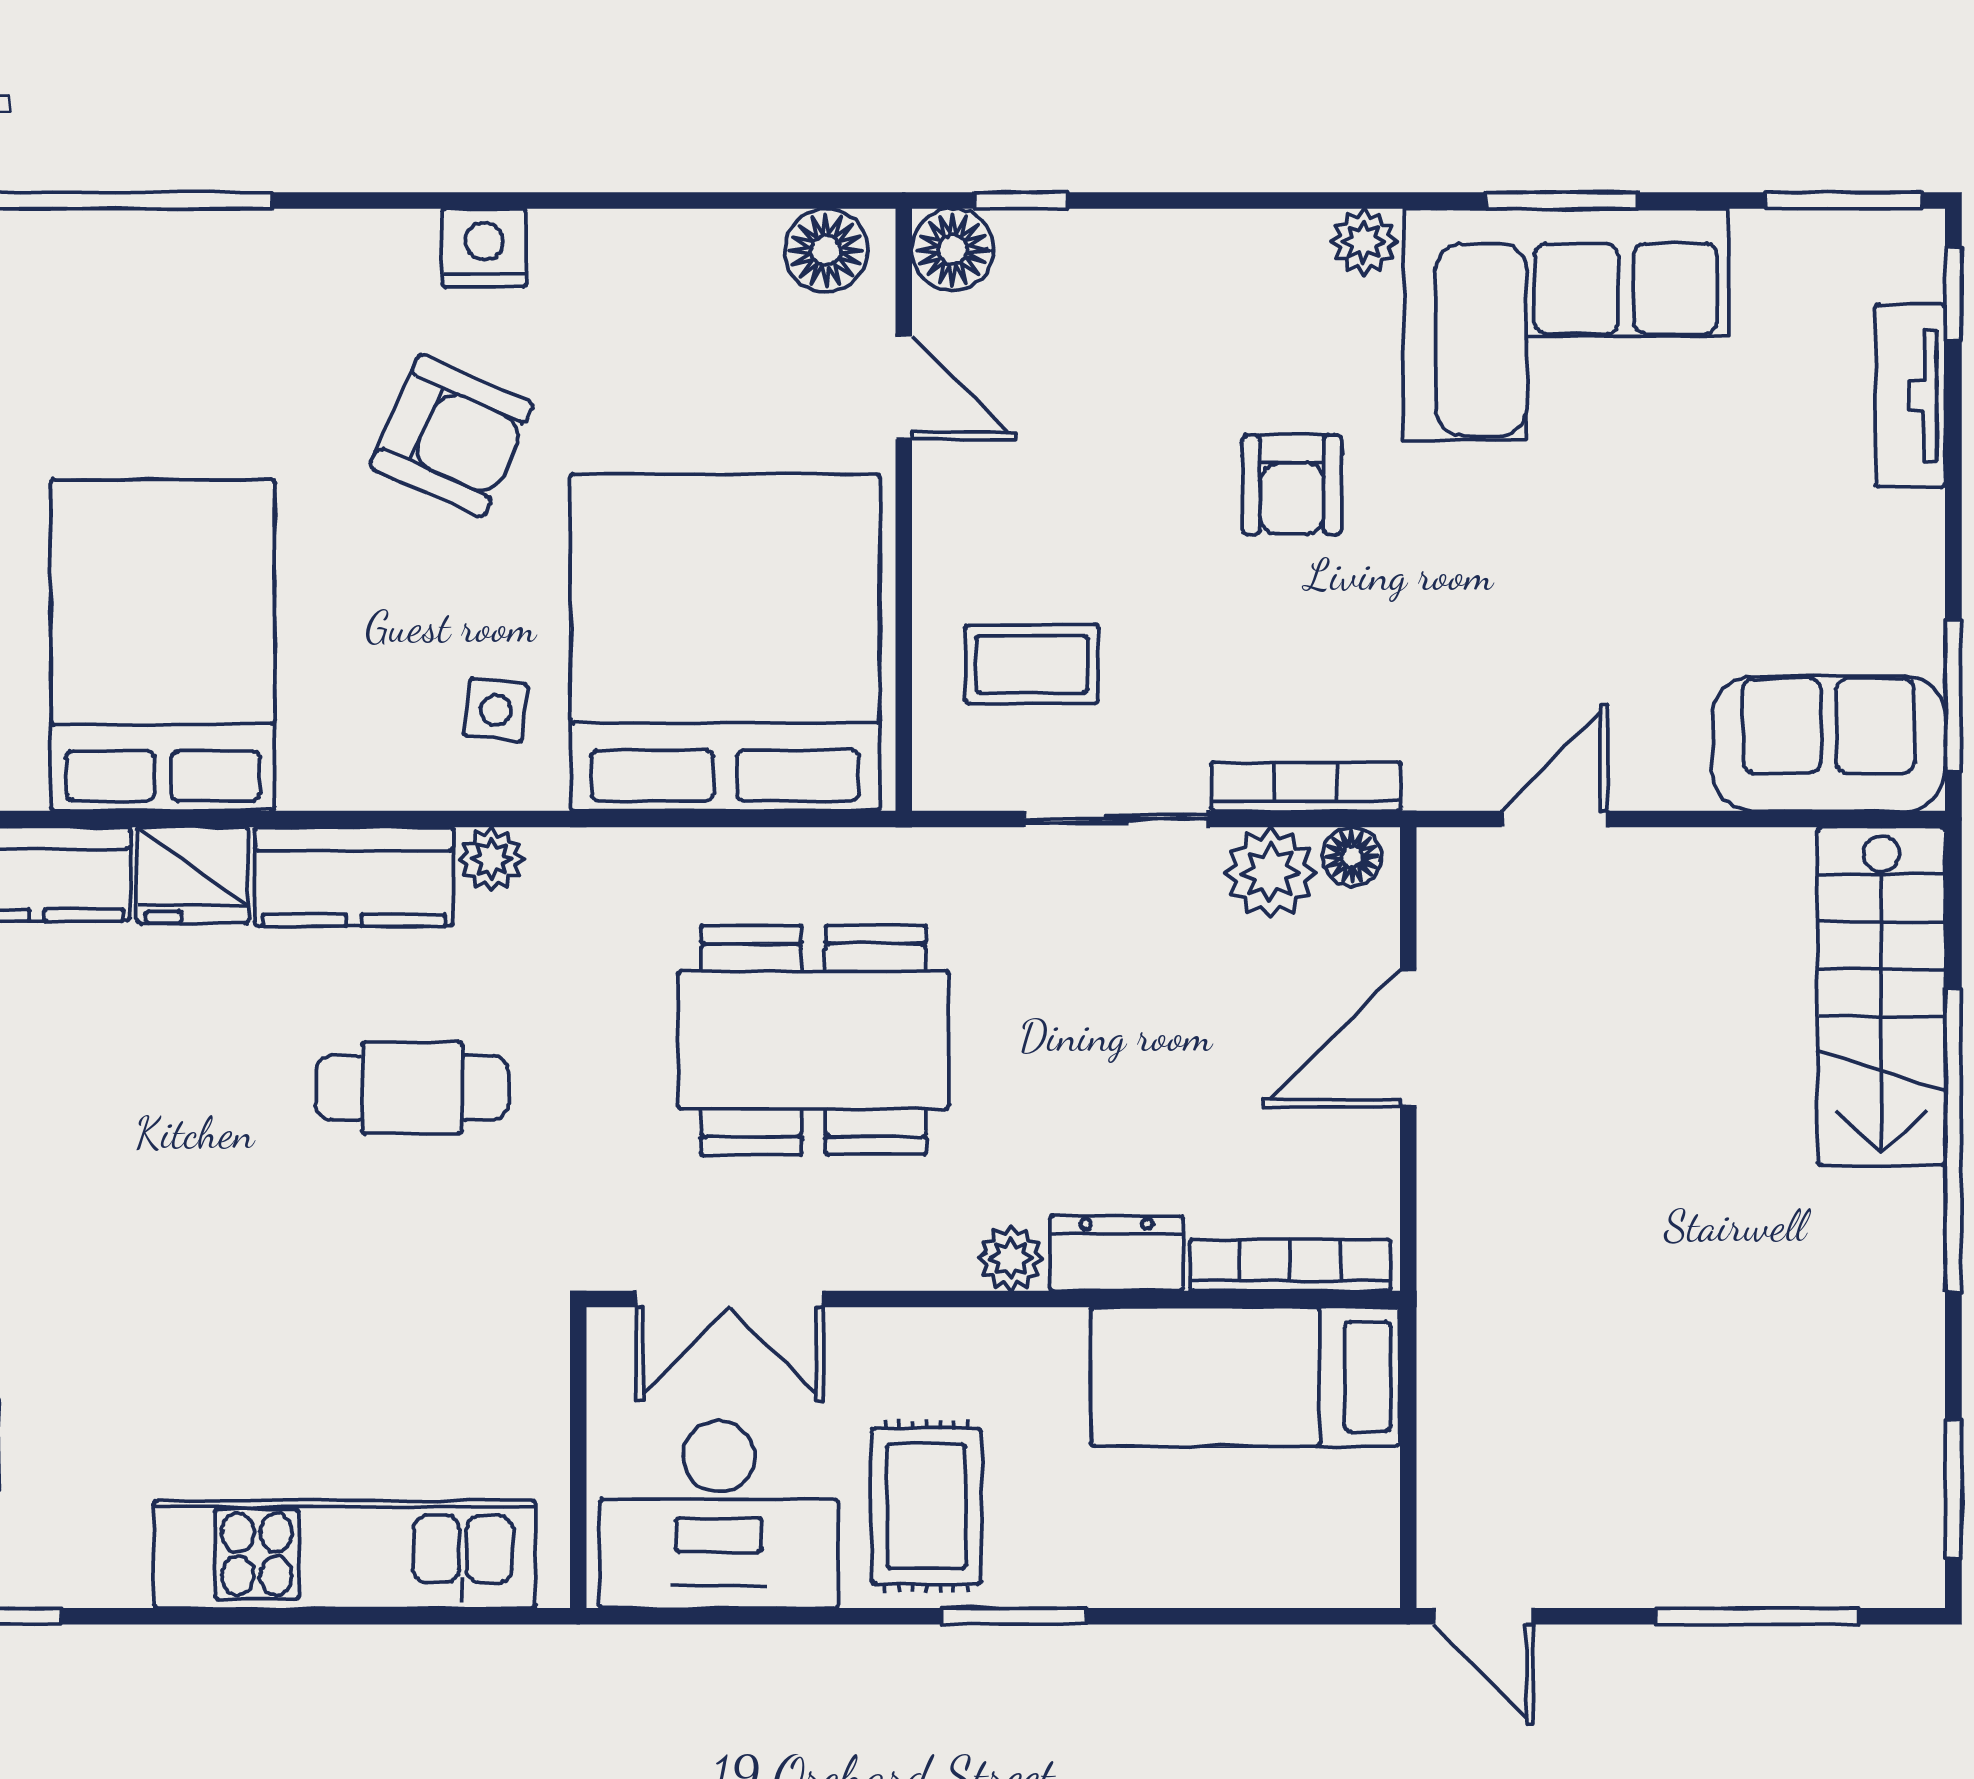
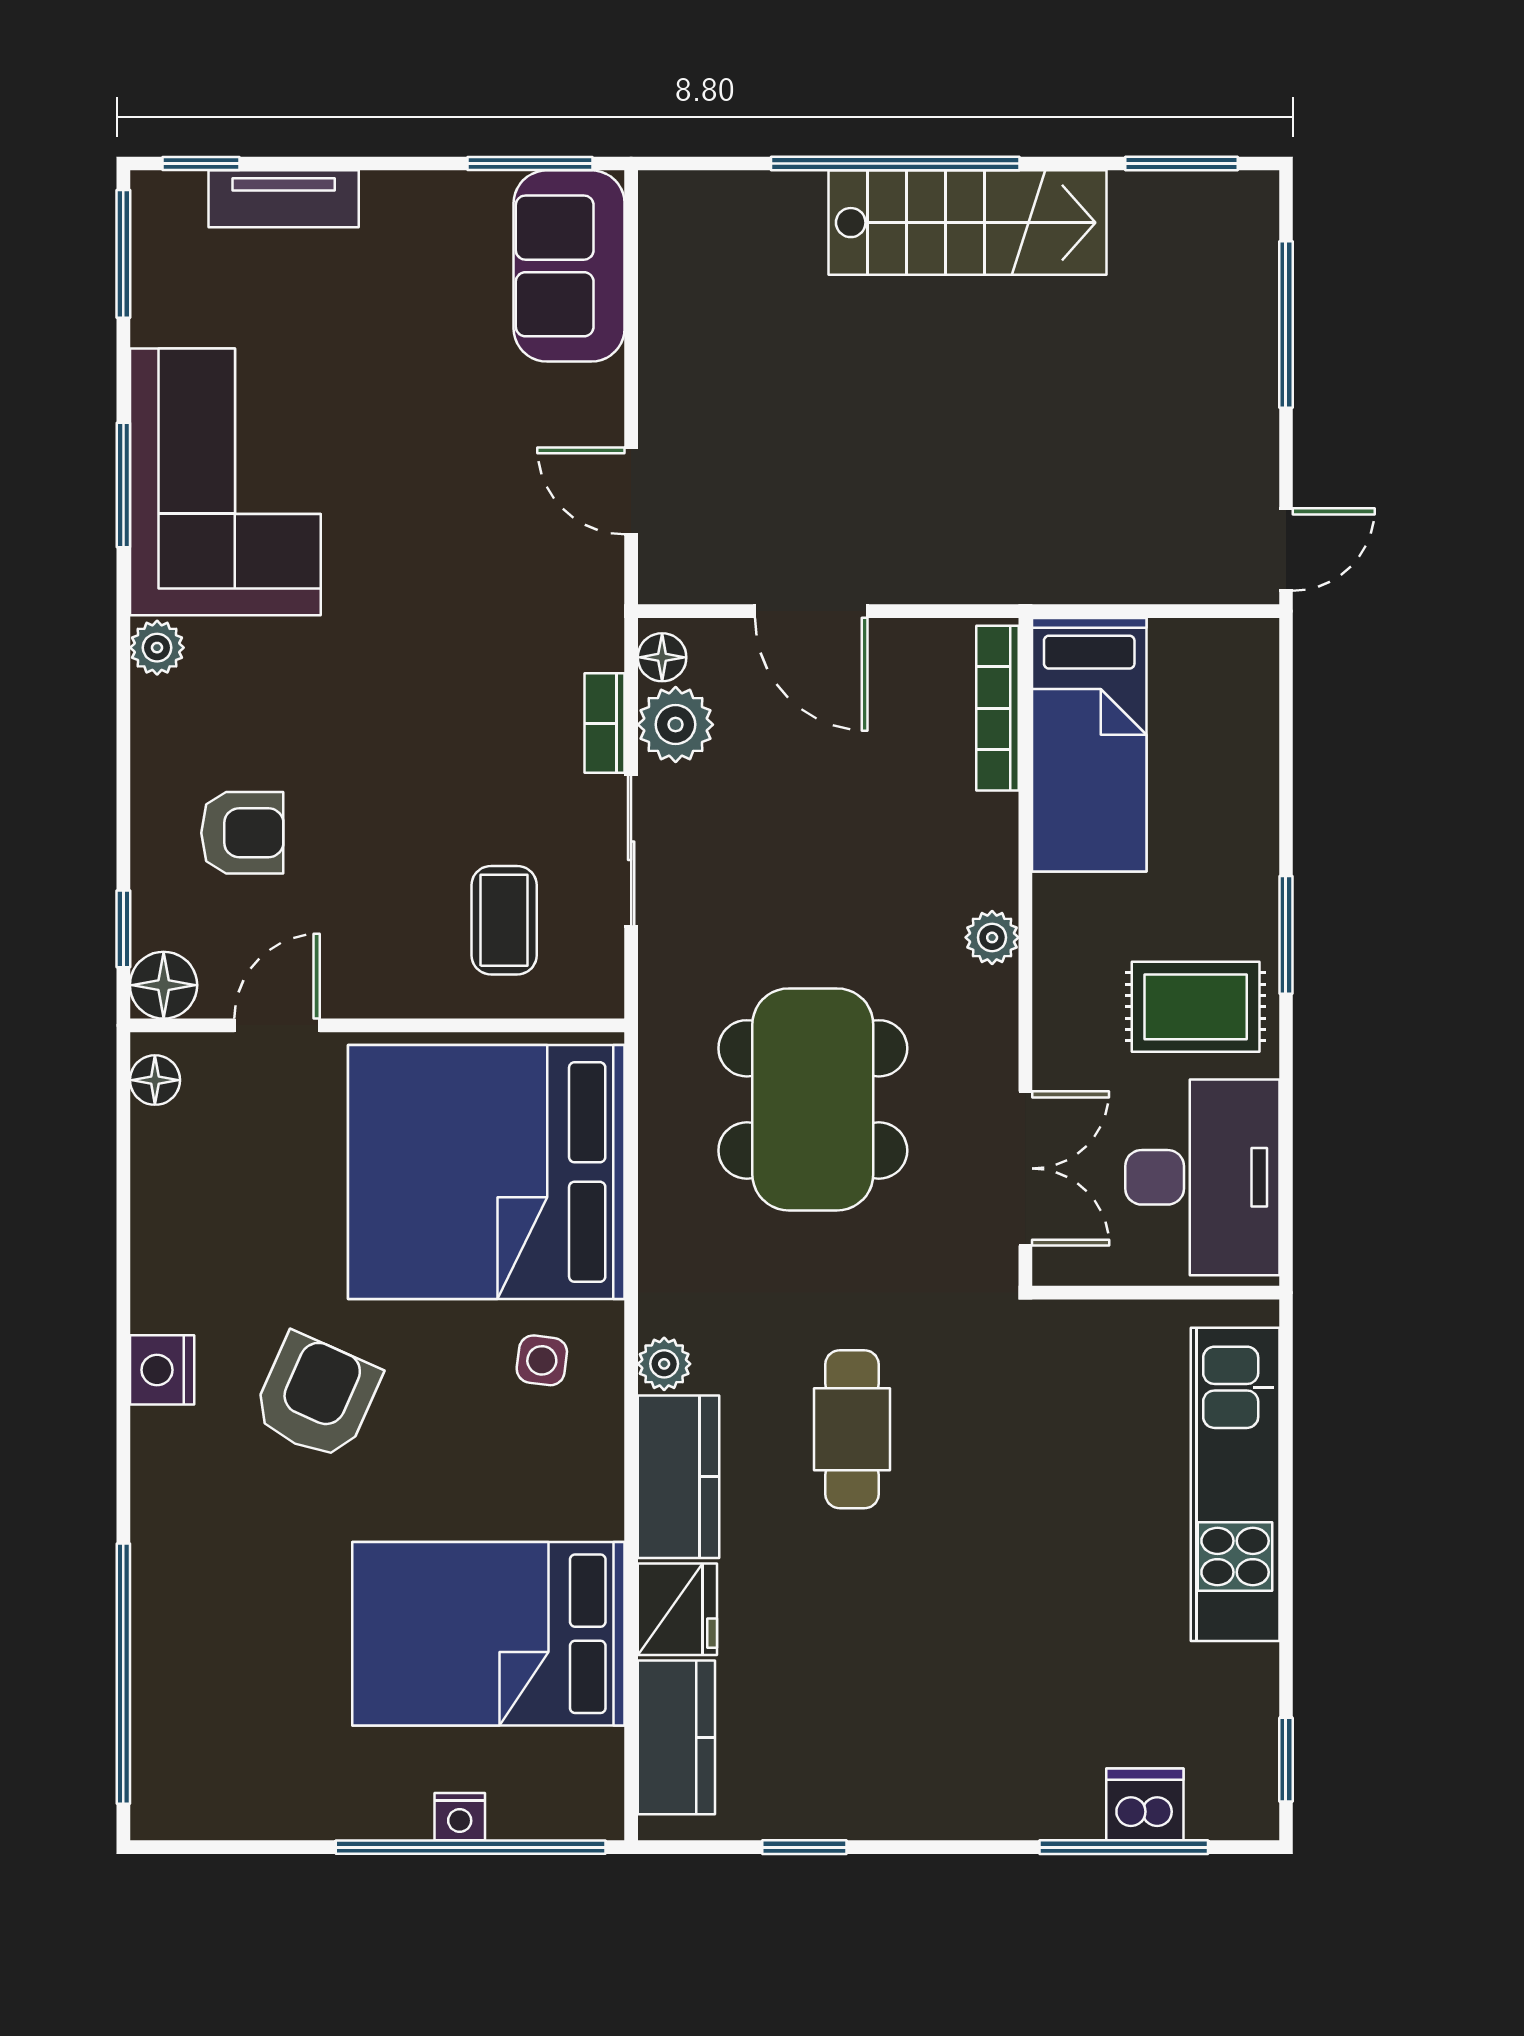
floor lamp: (826, 250) -> (155, 1080), width x0.73, depth x0.73
armchair: (1292, 485) -> (242, 833), moved
bookcase: (1306, 786) -> (605, 723), width x0.64
stairs: (1881, 996) -> (967, 223), moved
dresser: (1116, 1253) -> (988, 851), removed

